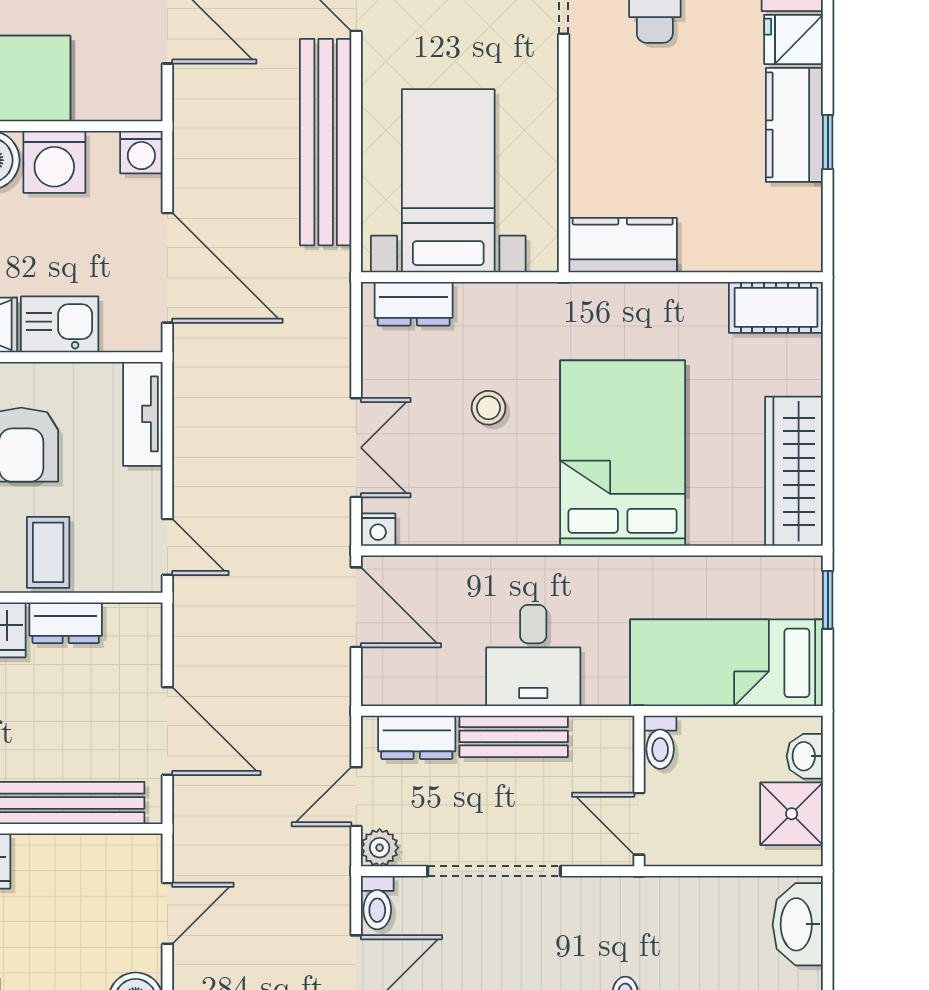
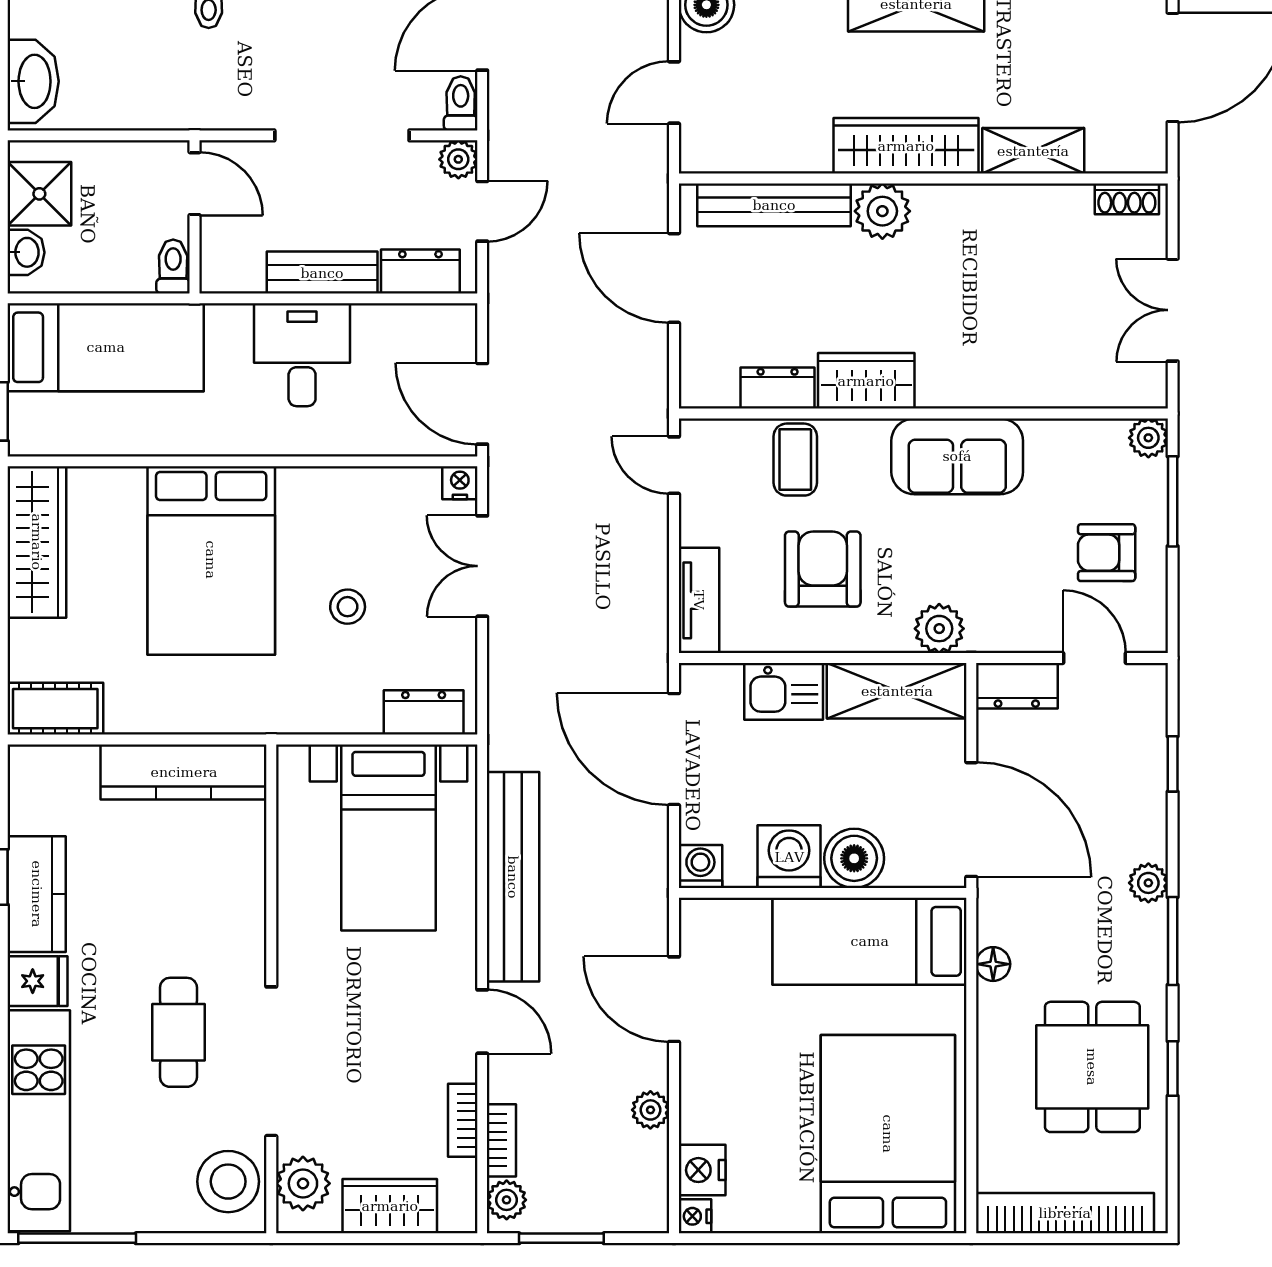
kitchen counter: (623, 245) -> (184, 772), width x1.50

